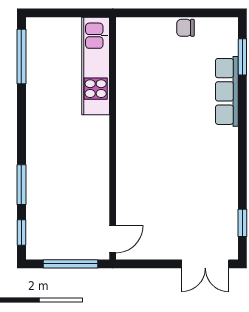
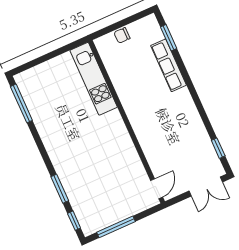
kitchen unit: (96, 66) -> (94, 79), moved
wall: (113, 138) -> (127, 122), moved
door: (113, 239) -> (157, 189), moved

